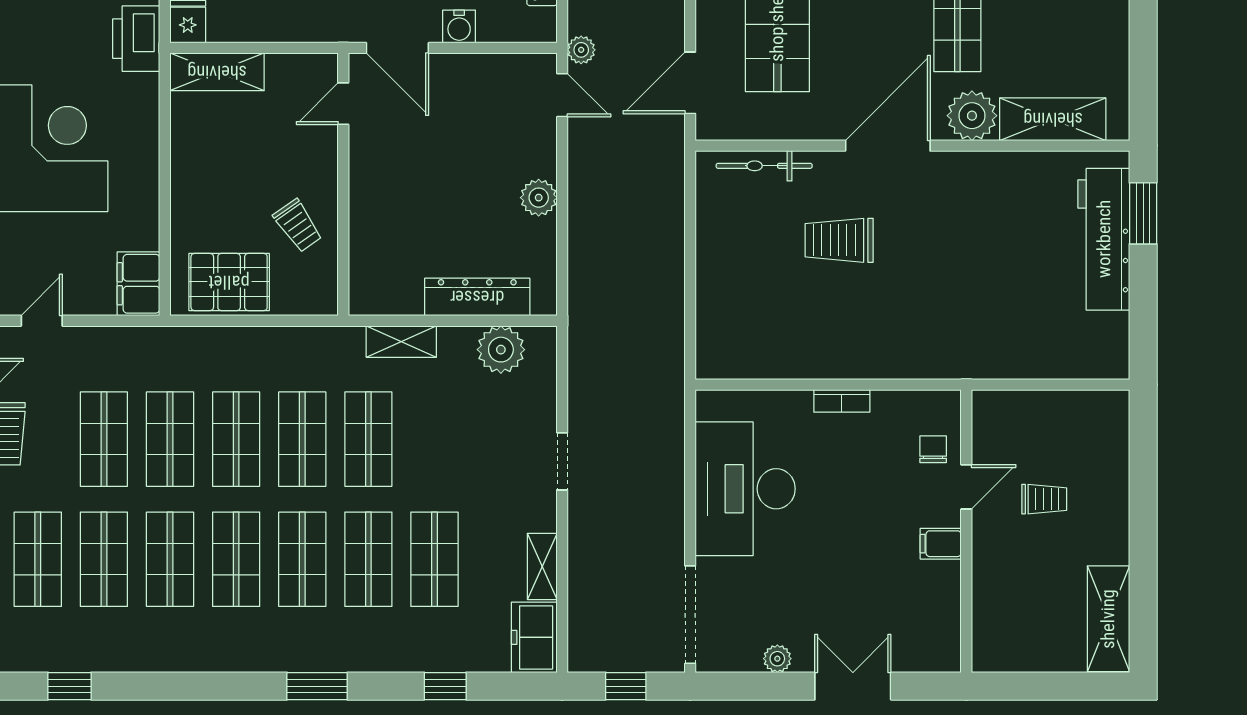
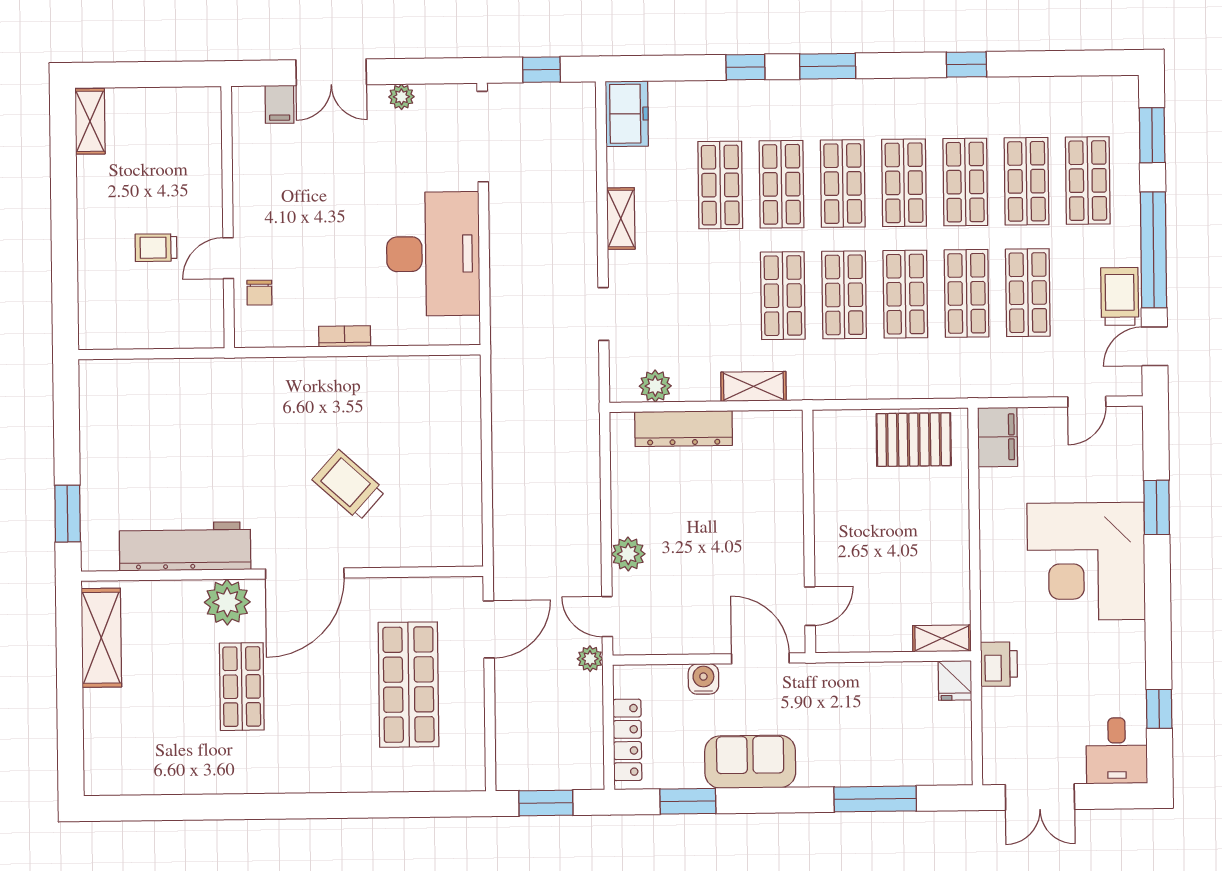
printer: (136, 39) -> (999, 664), width x0.73, depth x0.84
shelving: (217, 72) -> (942, 638), width x0.67, depth x0.75
shelving: (1053, 119) -> (101, 638), moved, turned 90
bicycle: (764, 166) -> (419, 553), removed
plant: (539, 198) -> (628, 554), moved
trolley: (298, 226) -> (851, 493), removed
workbench: (1104, 239) -> (185, 546), moved, turned -90
trolley: (839, 240) -> (349, 485), turned -138
plant: (501, 350) -> (655, 386), width x0.73, depth x0.73
doorway: (562, 461) -> (603, 314), moved
filing cabinet: (941, 544) -> (280, 104), moved, turned 90
shelving: (542, 566) -> (621, 219), moved
shelving: (1108, 619) -> (90, 121), width x0.67, depth x0.75
window: (69, 686) -> (966, 64), moved
window: (445, 686) -> (745, 67), moved

